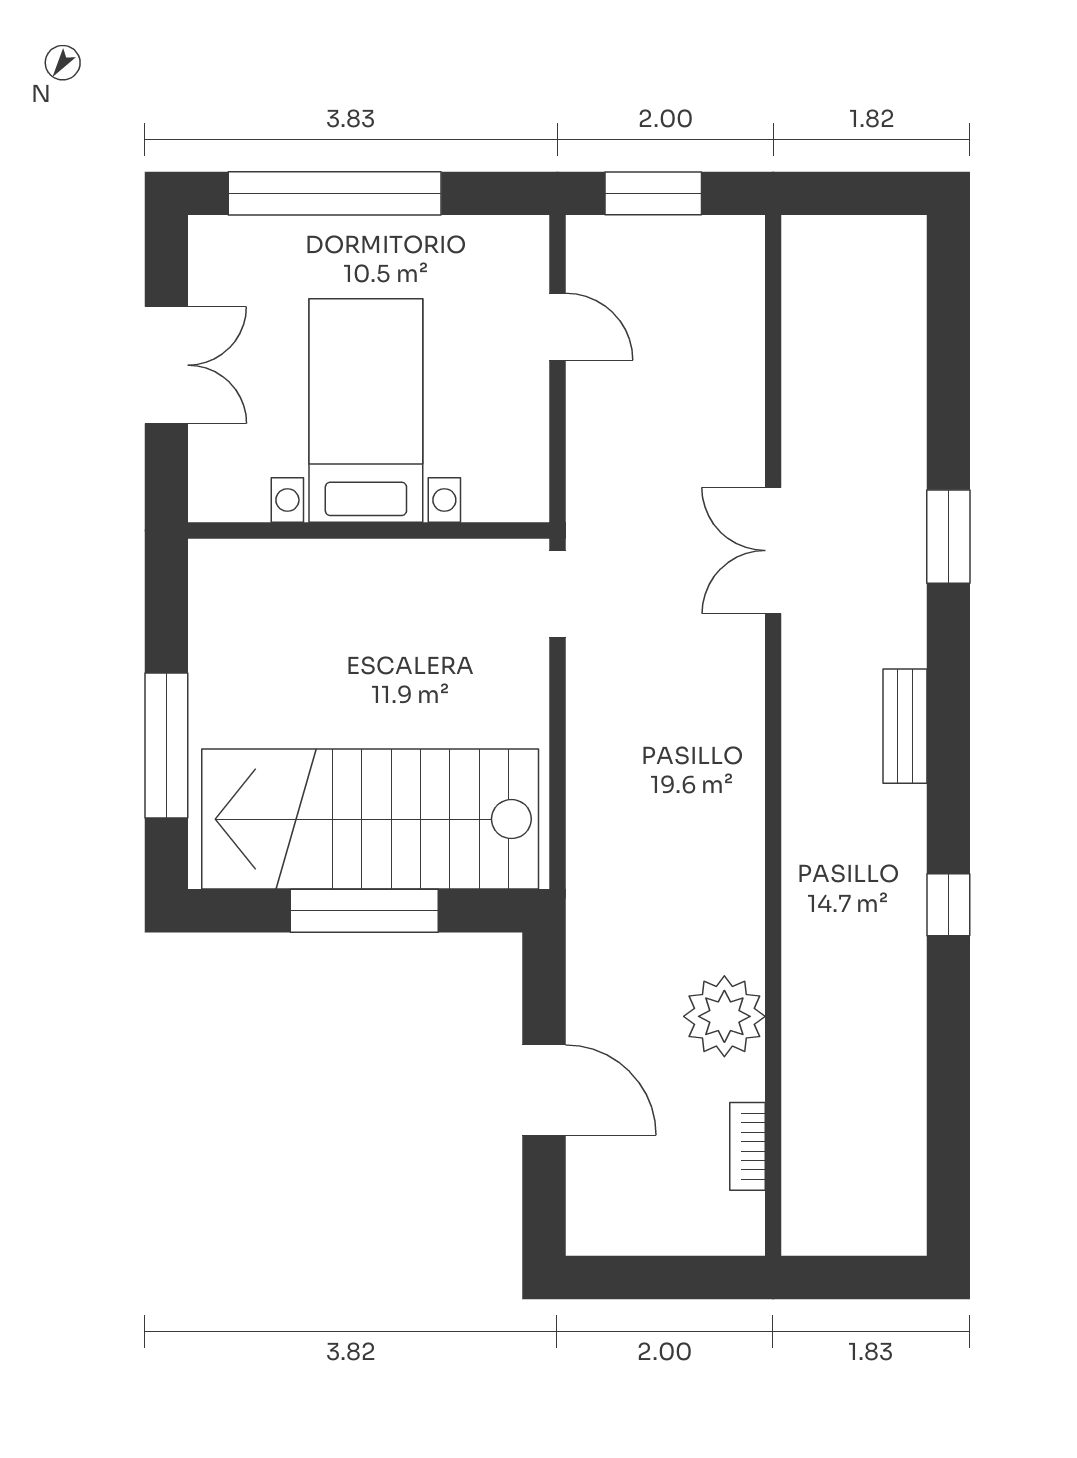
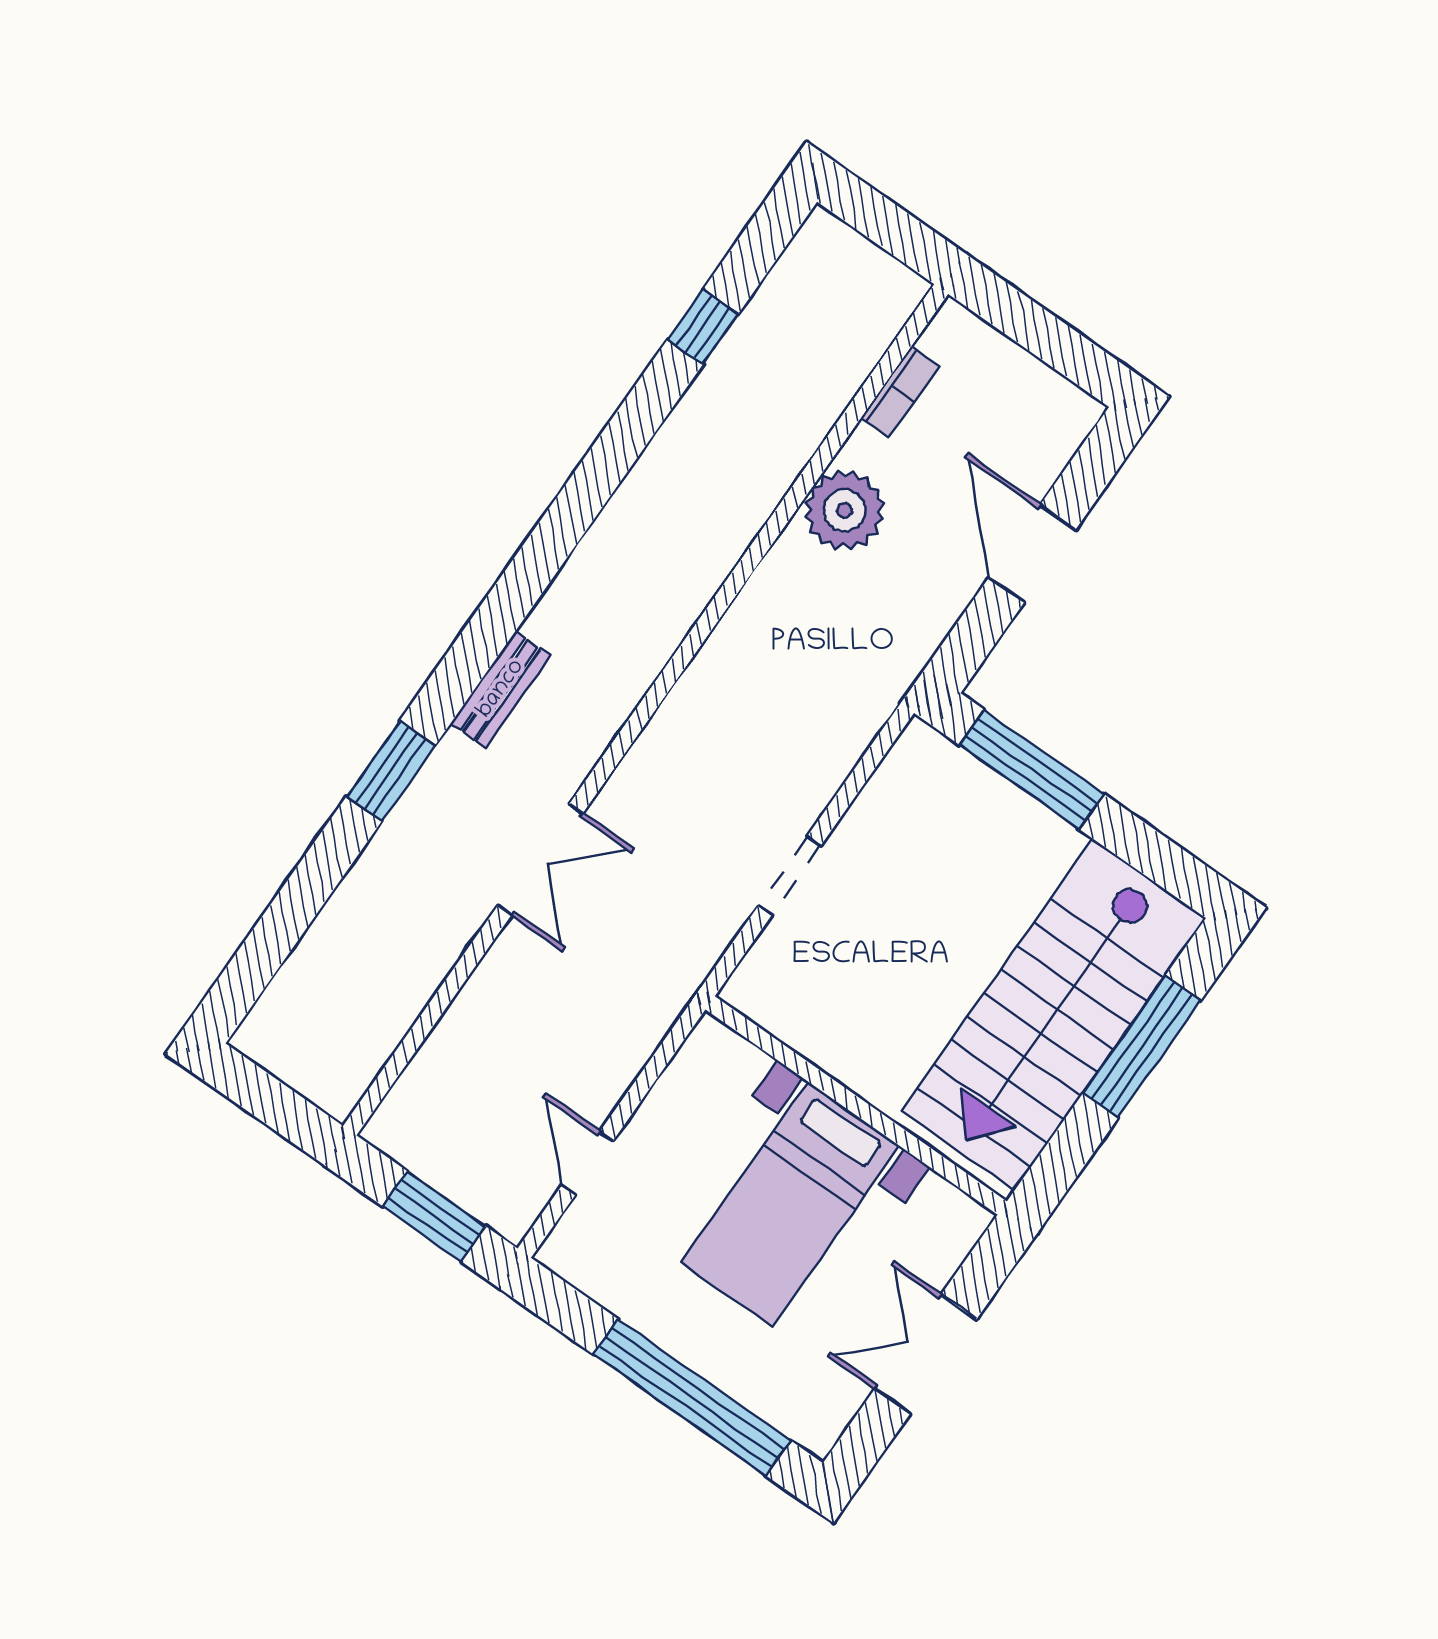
doorway: (557, 594) -> (789, 876), moved
bench: (905, 726) -> (501, 689), moved
stairs: (370, 819) -> (1053, 1015), moved, turned 90
window: (948, 905) -> (703, 327), moved
window: (364, 911) -> (1032, 769), moved

